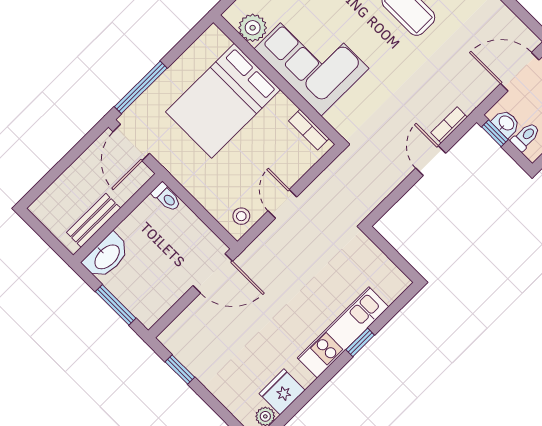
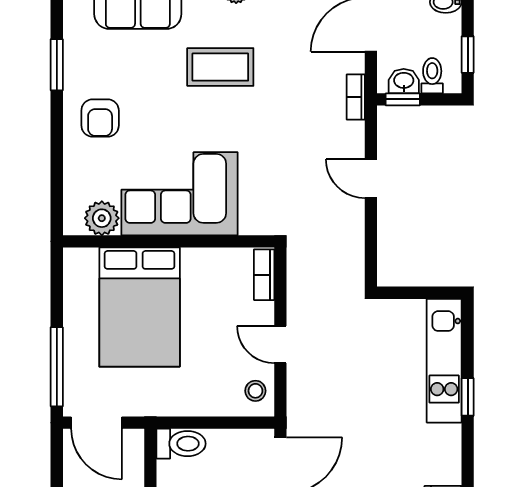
bookcase: (449, 125) -> (356, 97), moved
bookcase: (309, 130) -> (264, 275), moved, turned 90
toilet: (166, 197) -> (181, 444), width x1.37, depth x1.39
kitchen unit: (343, 332) -> (444, 361), moved

